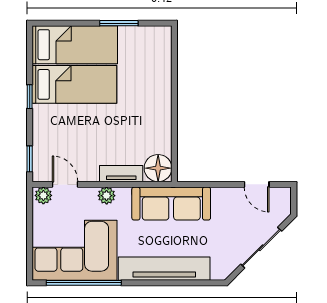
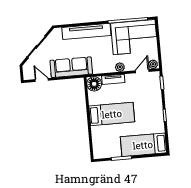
bed: (74, 84) -> (112, 114), moved, turned 180
door: (65, 184) -> (142, 71), swing flipped
sofa: (171, 204) -> (71, 67), moved

